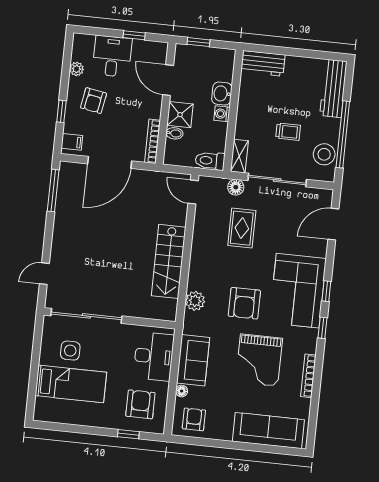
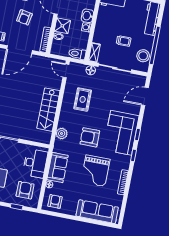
armchair: (93, 101) -> (24, 17), moved
rug: (242, 228) -> (83, 99), moved
armchair: (244, 303) -> (90, 137), turned 90

